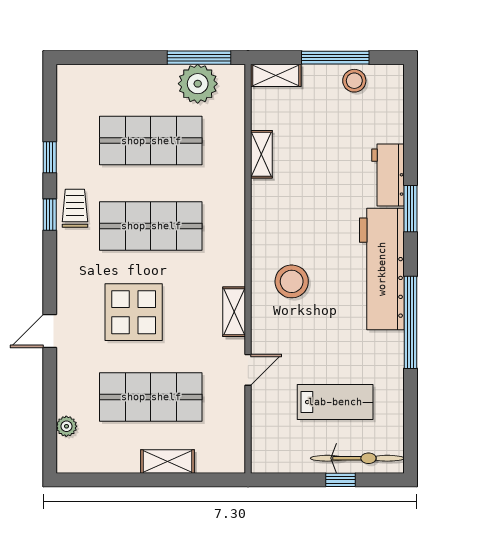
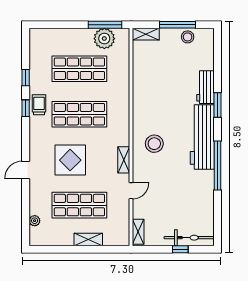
shelving: (261, 154) -> (138, 232), moved
lab bench: (335, 402) -> (177, 208), removed

